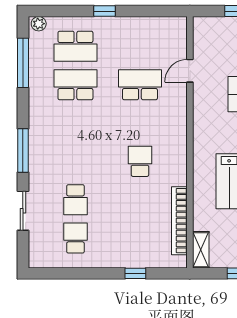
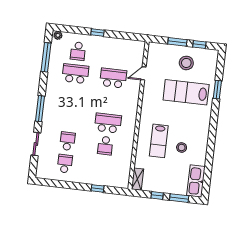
school desk: (75, 46) -> (78, 51), width x0.54
school desk: (140, 161) -> (108, 123), width x1.85
school desk: (75, 200) -> (67, 141), turned 180
school desk: (140, 200) -> (105, 146), added
bookcase: (179, 221) -> (127, 161), removed

